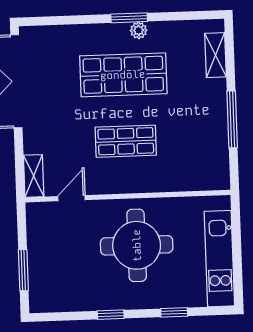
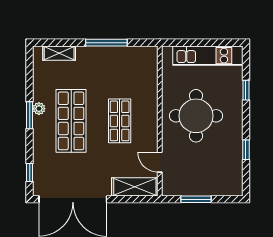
window: (51, 21) -> (30, 172), added
shelving: (34, 176) -> (135, 187), width x1.50, depth x1.33
window: (23, 270) -> (196, 199), moved
window: (111, 315) -> (246, 150), moved

